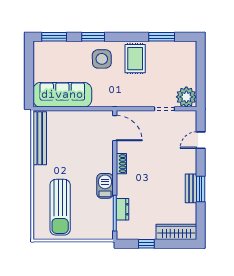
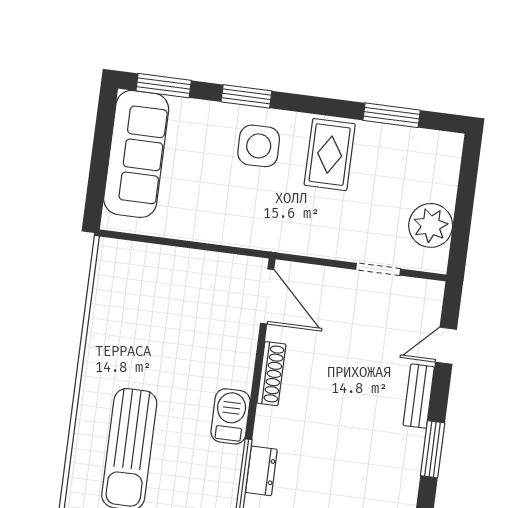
sofa: (62, 95) -> (136, 154), moved, turned 90
plant: (186, 97) -> (431, 225), moved
bench: (40, 138) -> (105, 297), removed
shoe rack: (121, 164) -> (271, 374), width x1.43
bench: (191, 188) -> (419, 396), moved

